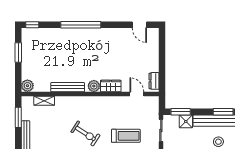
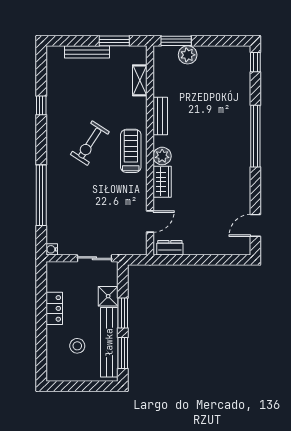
window: (18, 52) -> (176, 41), moved
plant: (27, 86) -> (188, 55), moved
bench: (68, 87) -> (160, 116), width x0.73
window: (181, 112) -> (123, 313), moved
treadmill: (126, 136) -> (131, 151), moved, turned 180

